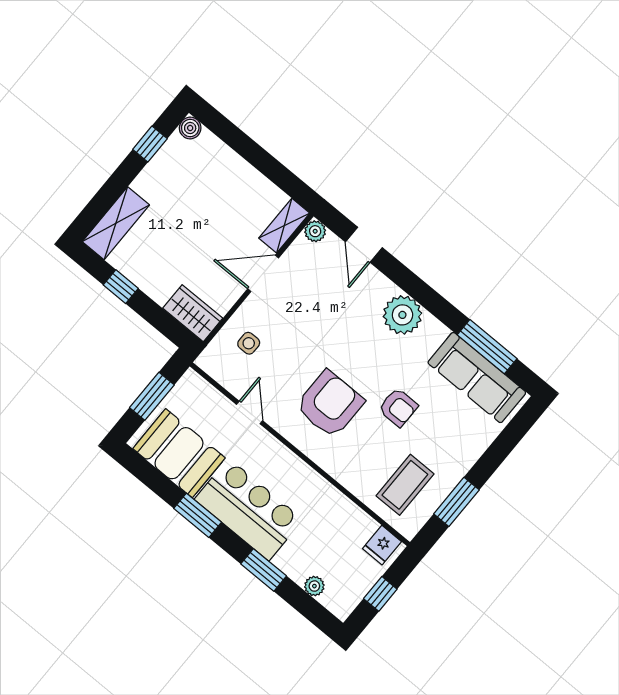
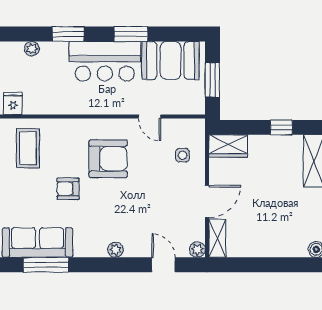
plant: (402, 315) -> (116, 250), width x0.53, depth x0.53
armchair: (330, 404) -> (108, 159), turned -90

